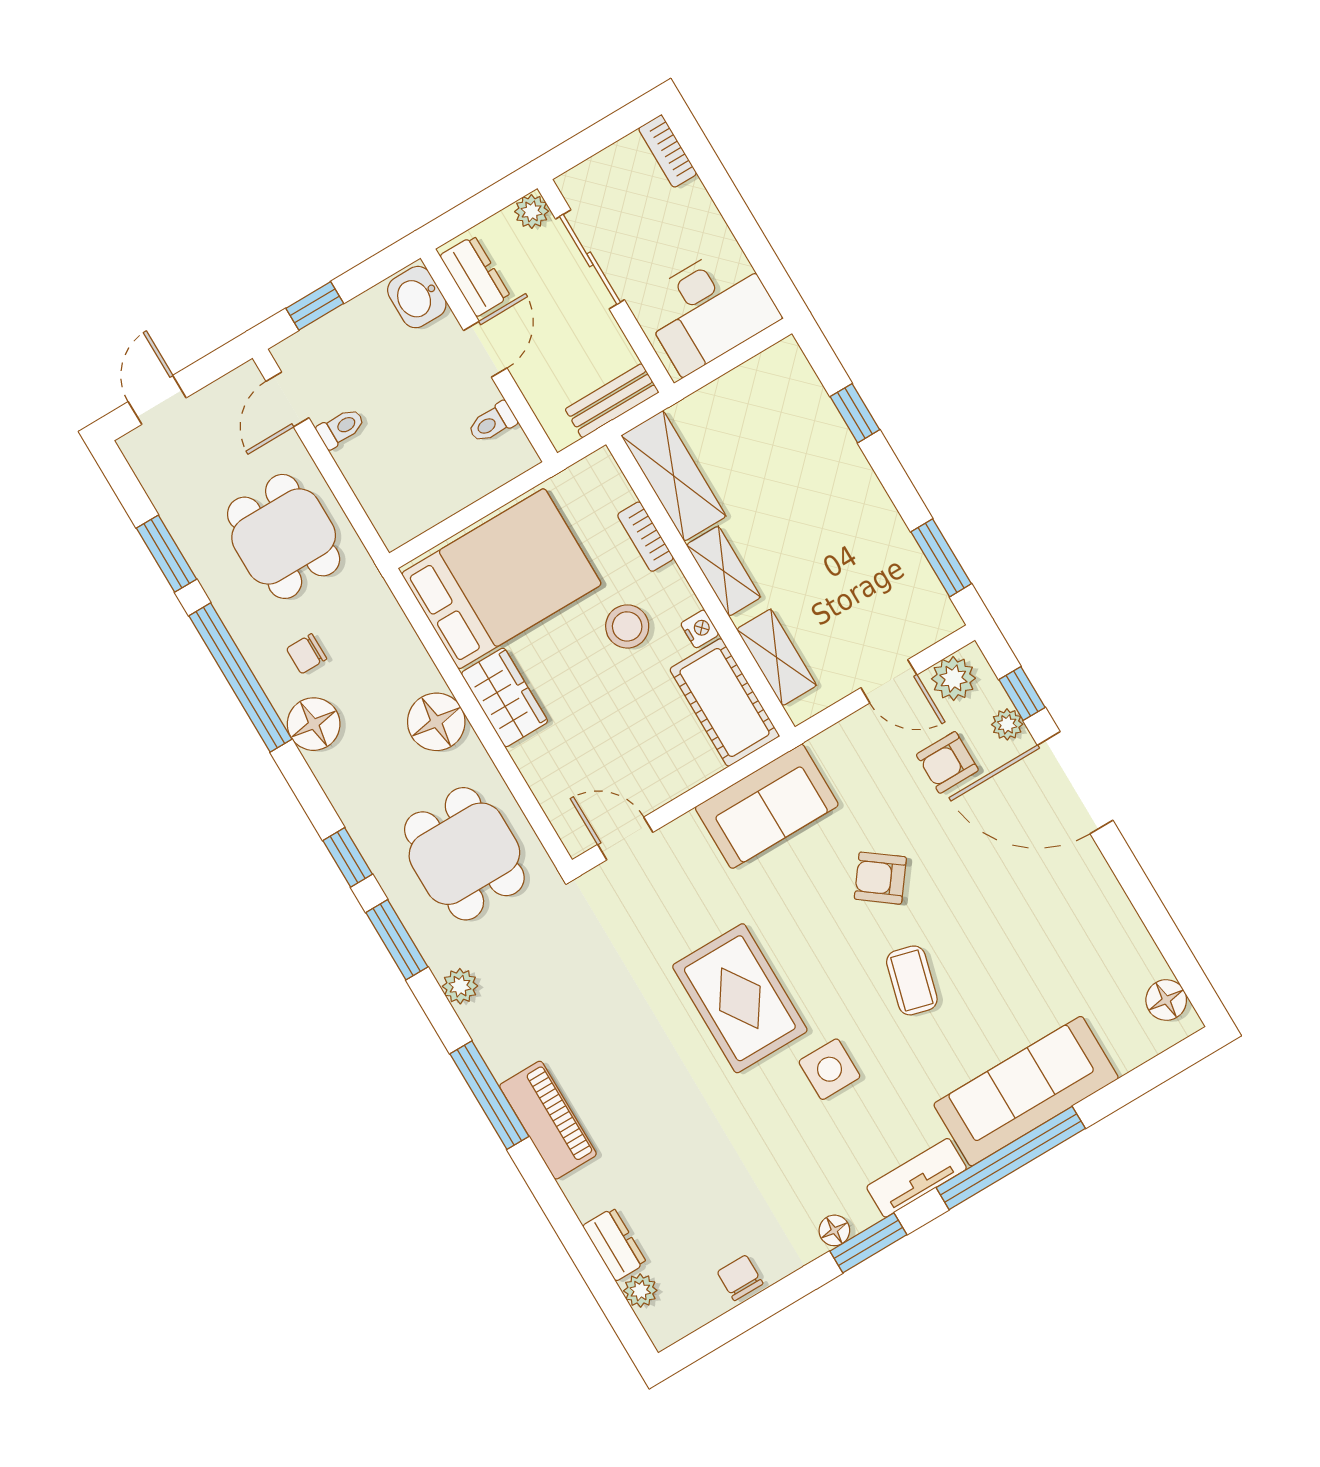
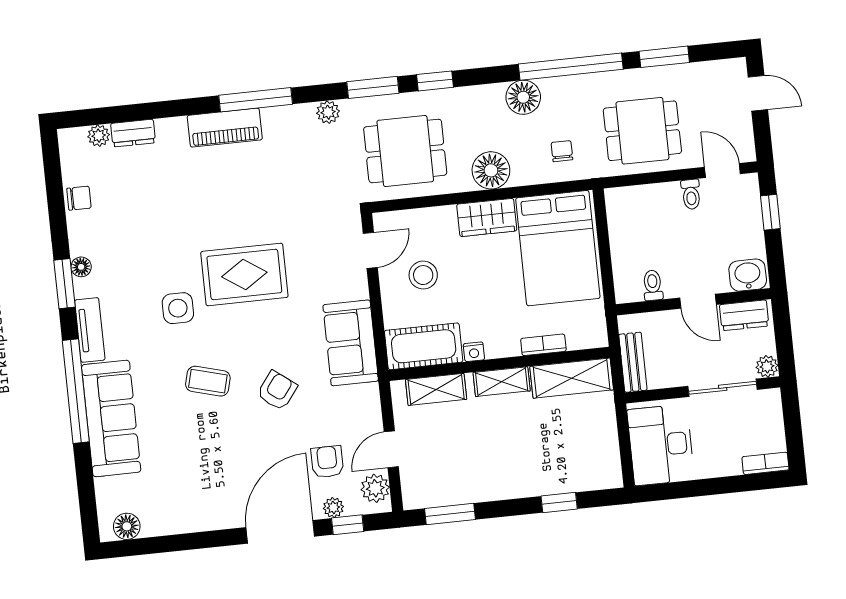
stool: (627, 626) -> (423, 275), moved
chair: (307, 654) -> (562, 151), moved

